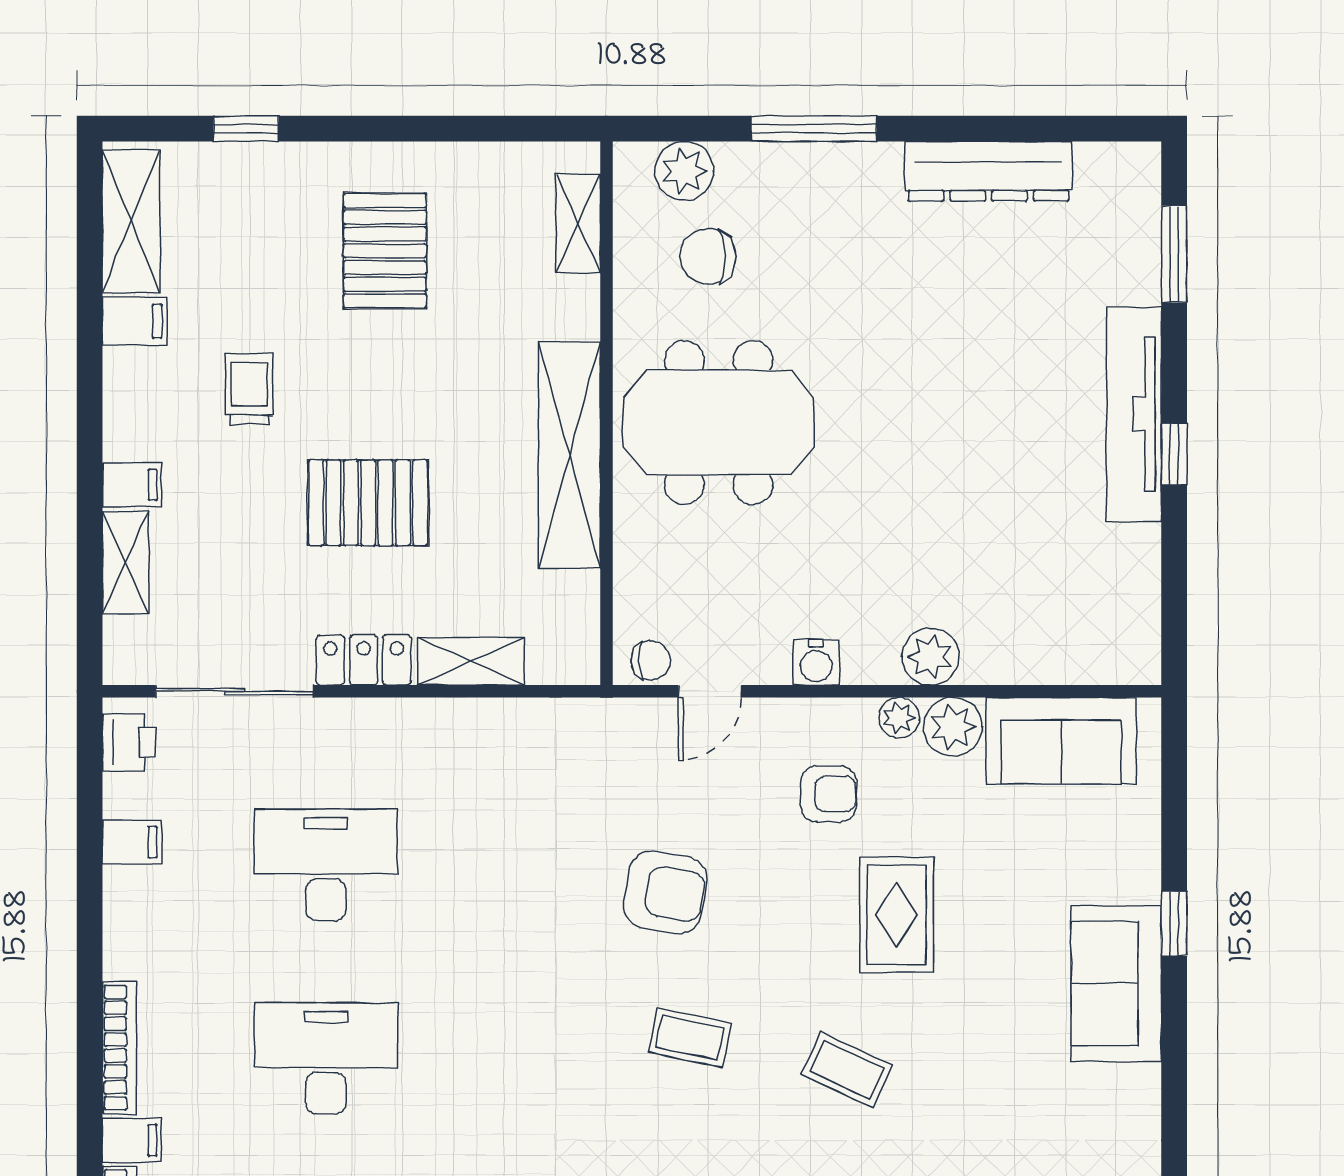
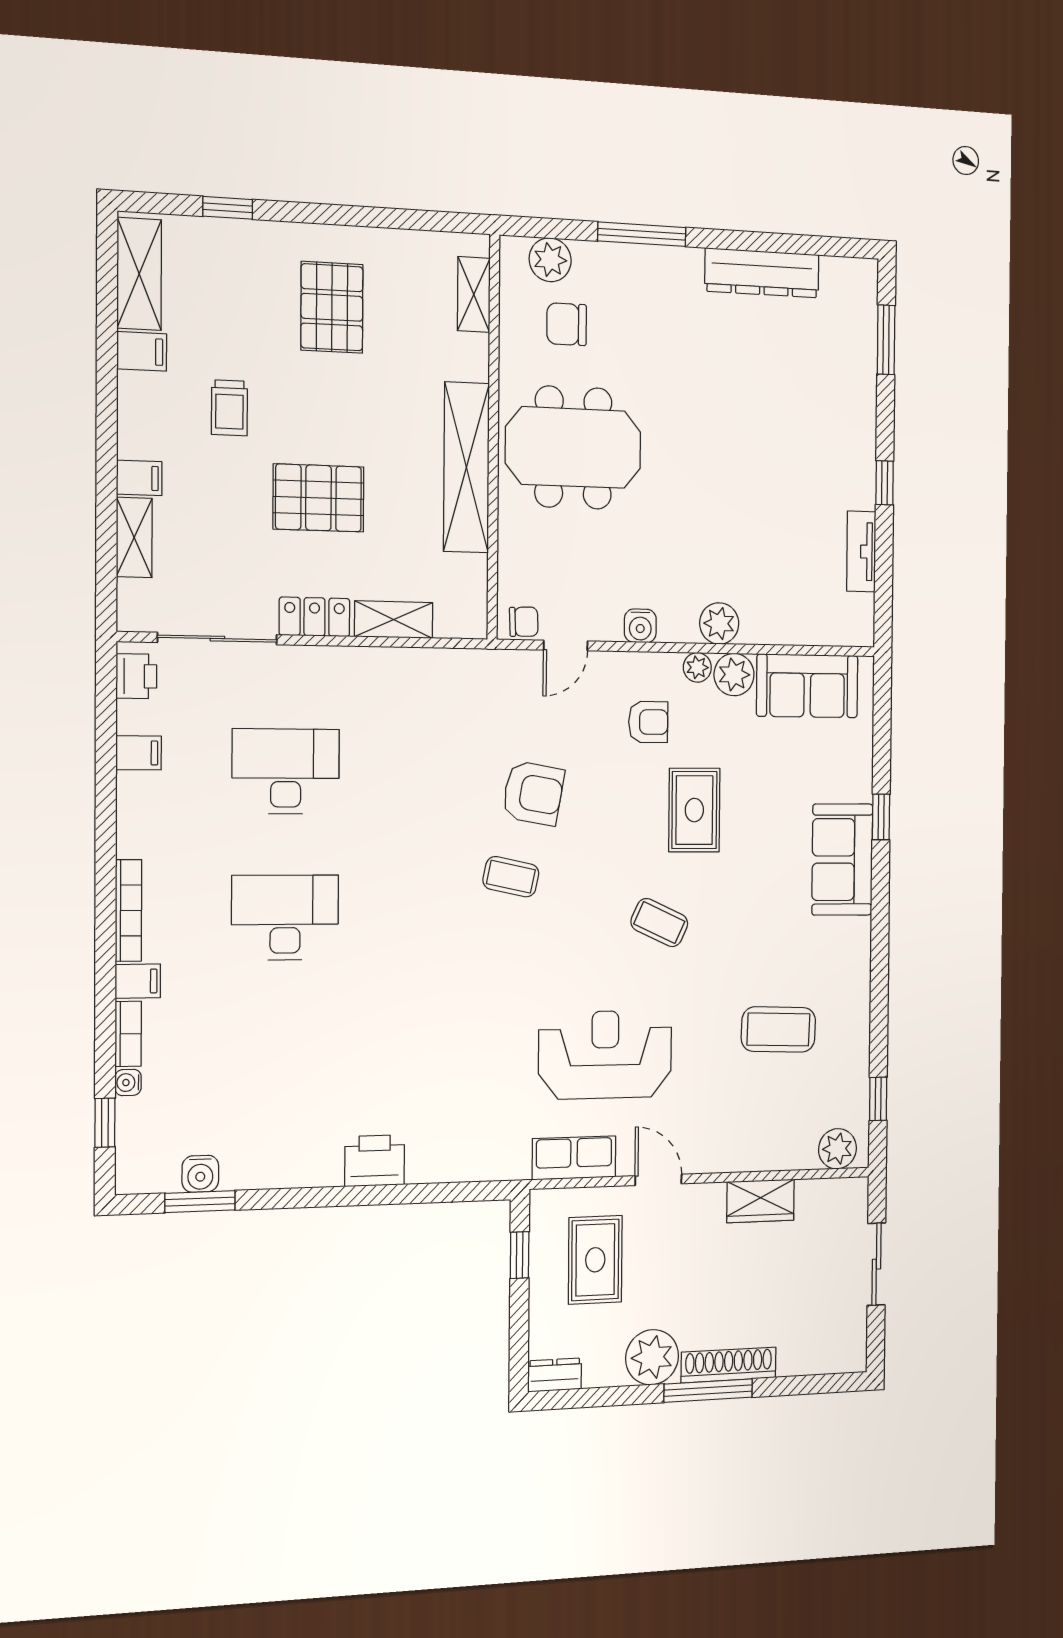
trolley: (249, 389) -> (229, 408), turned 180
tv unit: (1134, 414) -> (861, 551), moved, width x0.52, depth x0.78
coffee table: (690, 1038) -> (511, 877), moved

